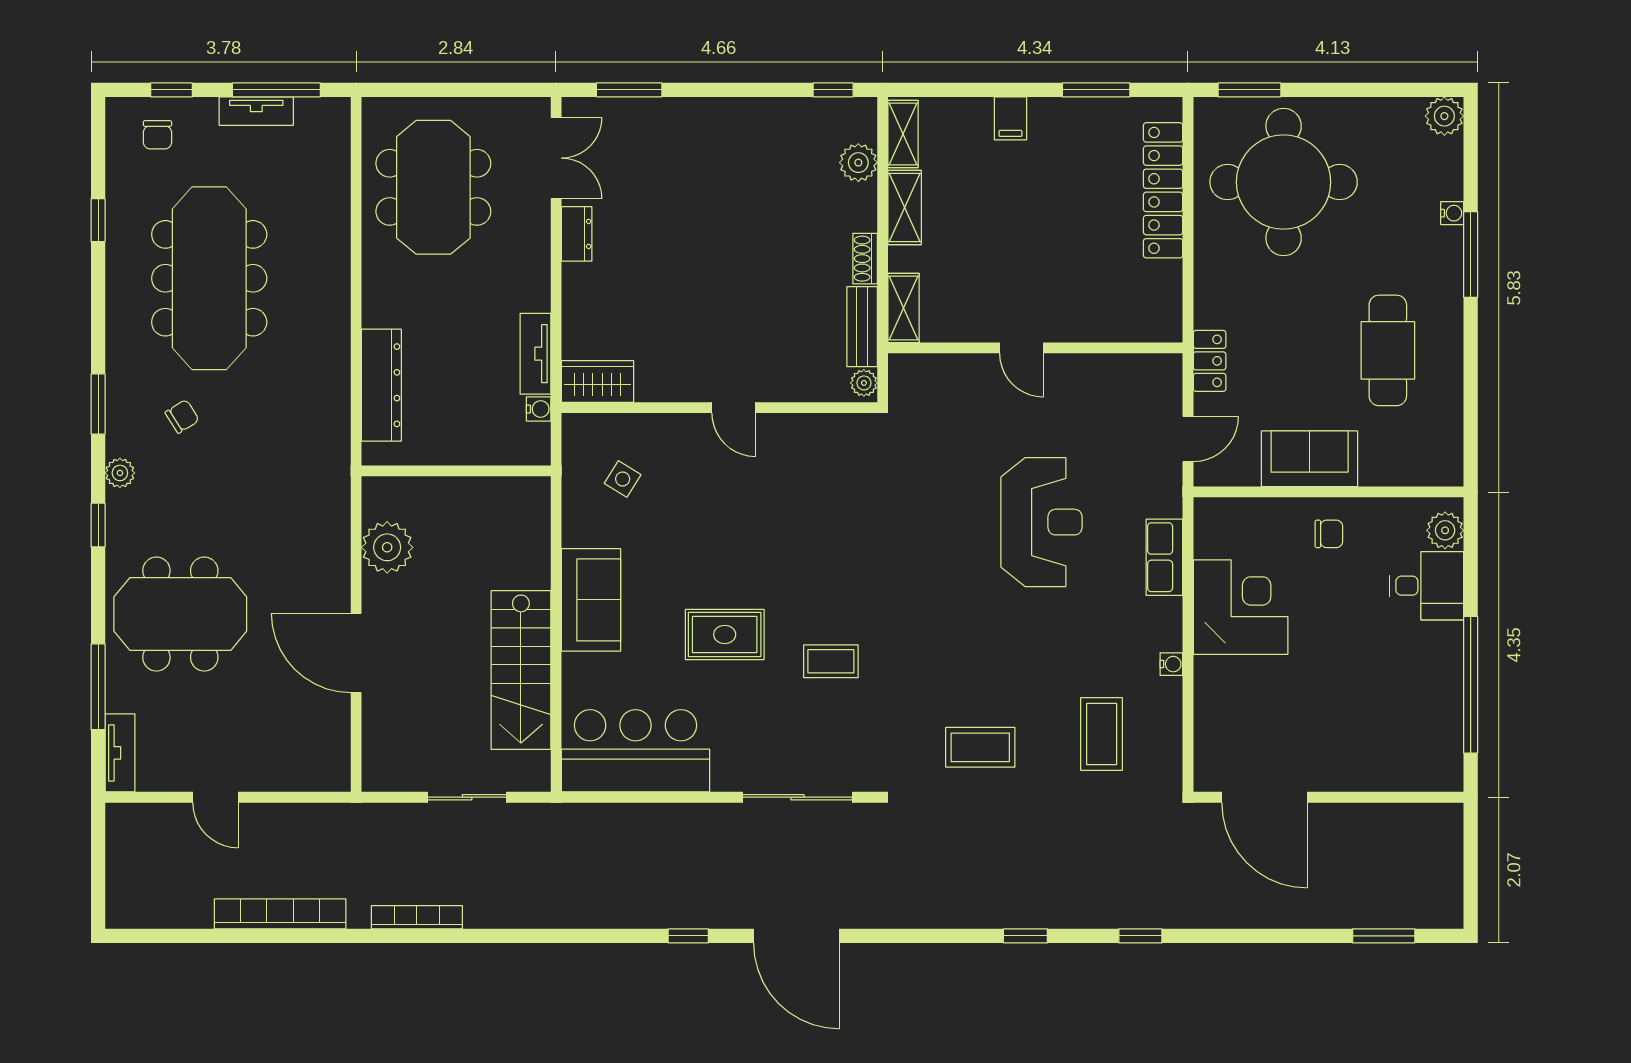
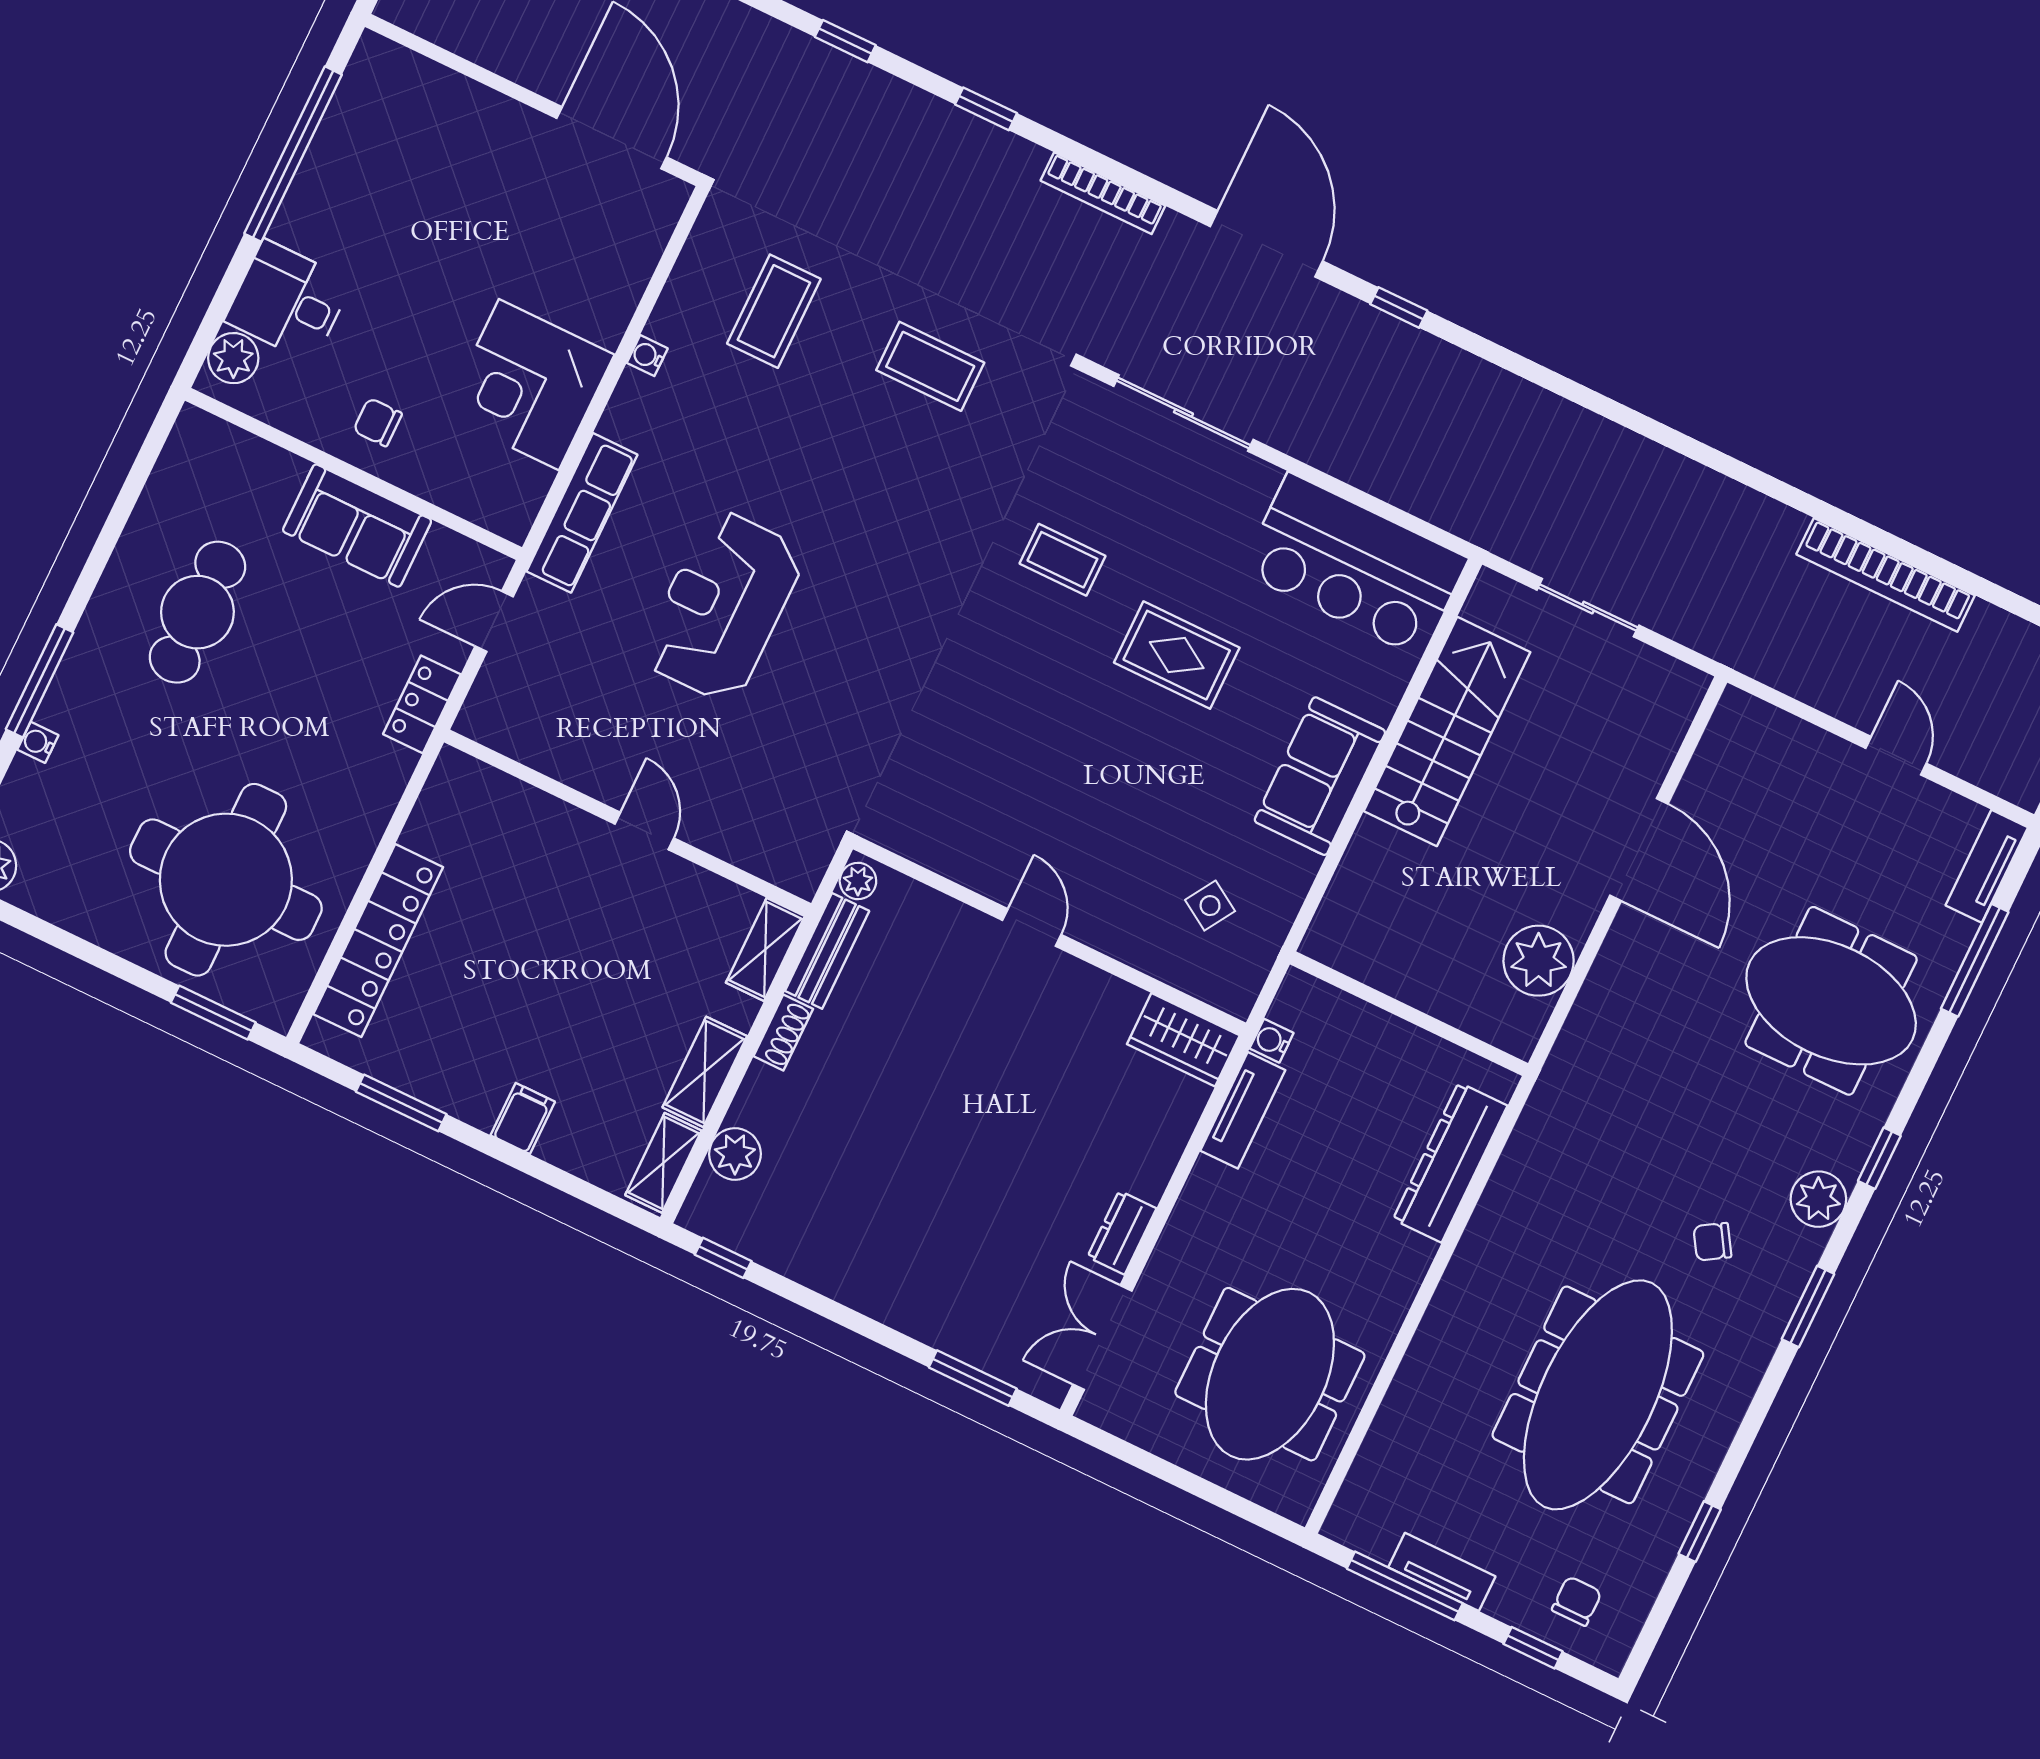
plant: (120, 473) -> (1818, 1199), width x1.38, depth x1.38
row of seats: (1164, 557) -> (582, 513), width x1.48
bookcase: (417, 917) -> (1103, 193), moved

